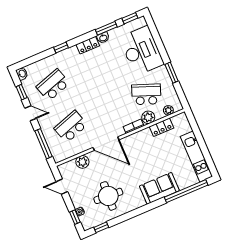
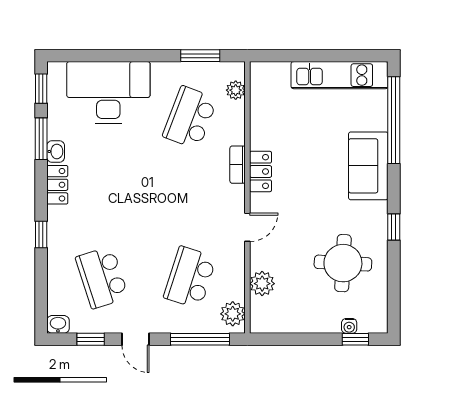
window: (172, 73) -> (200, 56), moved
door: (31, 113) -> (135, 339), swing flipped
plant: (148, 117) -> (233, 314), moved
school desk: (71, 127) -> (190, 277), turned 36
locker: (161, 127) -> (261, 172), moved
door: (106, 144) -> (247, 227), width x0.53
door: (62, 187) -> (291, 339), removed
window: (101, 227) -> (394, 227), moved

